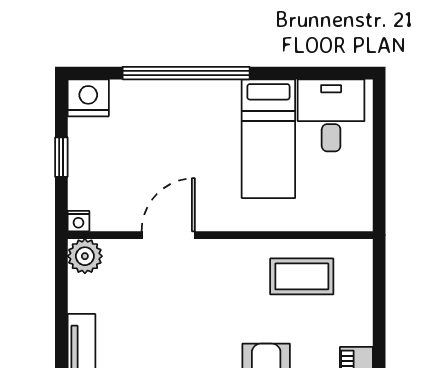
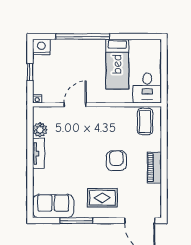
desk: (331, 115) -> (147, 88), moved, turned 180
plant: (85, 256) -> (40, 130), moved
coffee table: (302, 276) -> (145, 121), moved, turned 90

